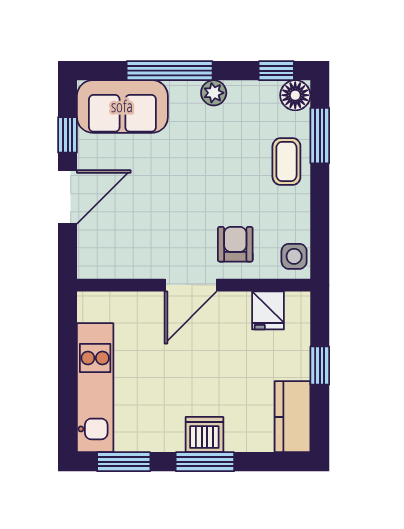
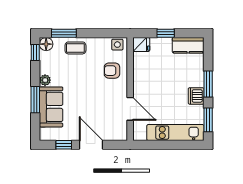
window: (170, 71) -> (35, 100), width x0.69
sofa: (122, 106) -> (51, 107), moved
door: (191, 285) -> (130, 109), moved
fridge: (268, 310) -> (141, 44), moved
dishwasher: (204, 435) -> (196, 96), moved

